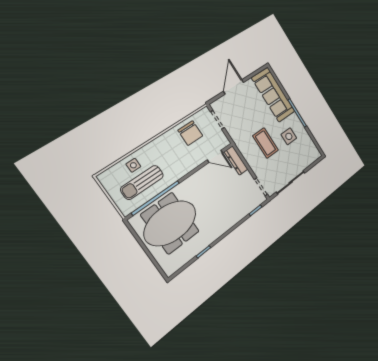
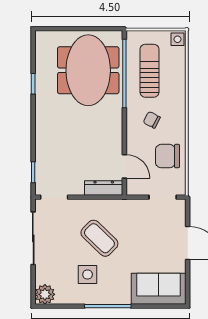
sofa: (273, 95) -> (158, 289), width x0.73
coffee table: (266, 143) -> (99, 238), turned 44
plant: (314, 154) -> (45, 294), added
door: (215, 156) -> (124, 166), swing flipped
chair: (174, 159) -> (152, 120), added
side table: (133, 165) -> (178, 39), moved

